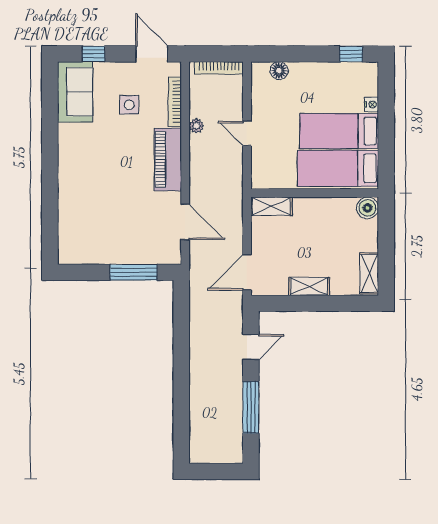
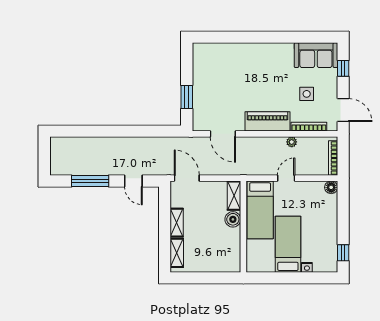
door: (152, 54) -> (343, 110), hinge flipped
floor lamp: (279, 71) -> (331, 187), moved
bed: (338, 168) -> (260, 210), moved, turned 180
boiler: (367, 208) -> (233, 219), moved
door: (185, 222) -> (223, 134), hinge flipped
window: (134, 272) -> (187, 97), width x0.69
shelving: (369, 273) -> (177, 253), moved, turned 90

